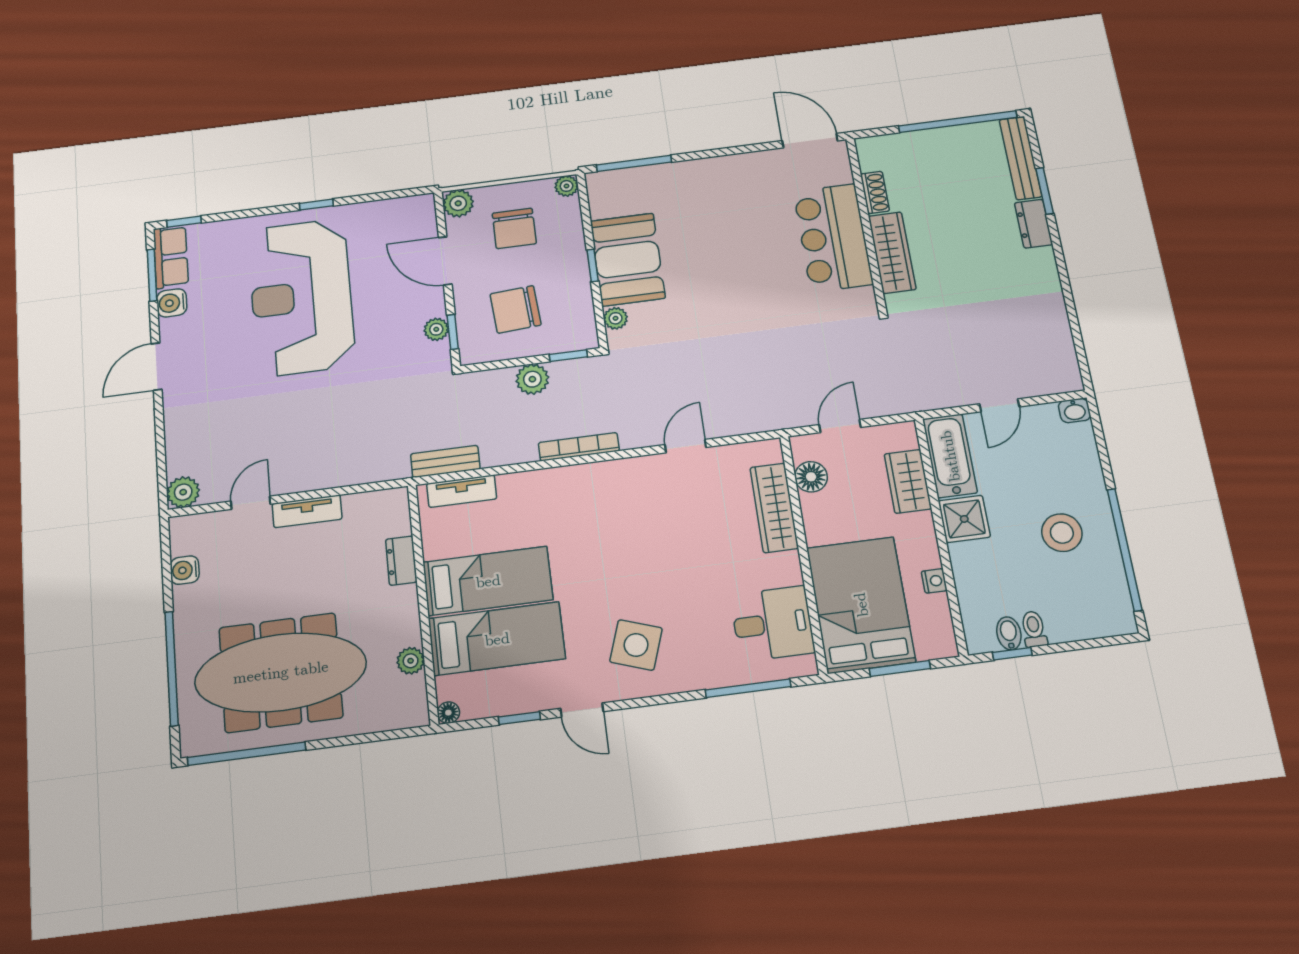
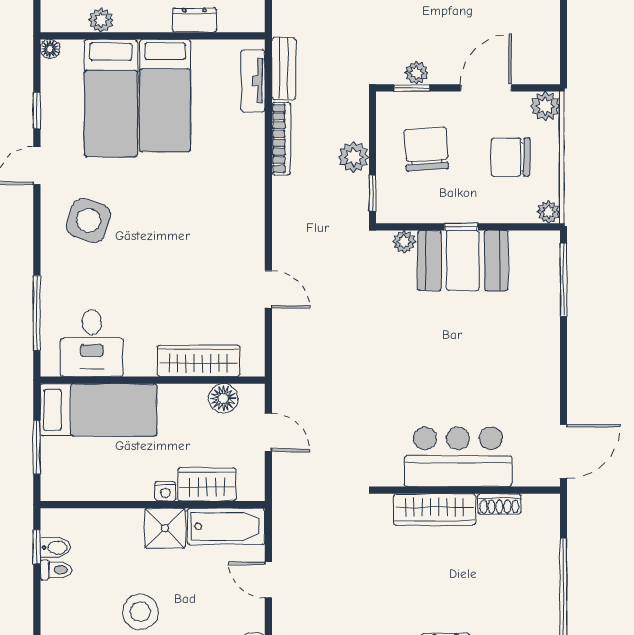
bookcase: (579, 447) -> (281, 138), moved
nightstand: (934, 581) -> (165, 491), moved
bed: (861, 605) -> (99, 410), width x0.67

